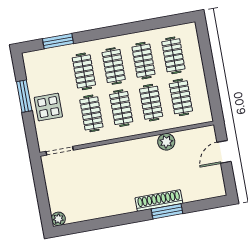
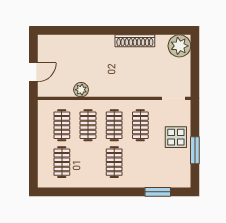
clothes rail: (143, 61) -> (88, 162), removed
clothes rail: (84, 71) -> (140, 162), removed
shoe rack: (159, 201) -> (135, 41), moved
window: (167, 211) -> (91, 30), removed
plant: (58, 219) -> (179, 46), width x1.88, depth x1.88

